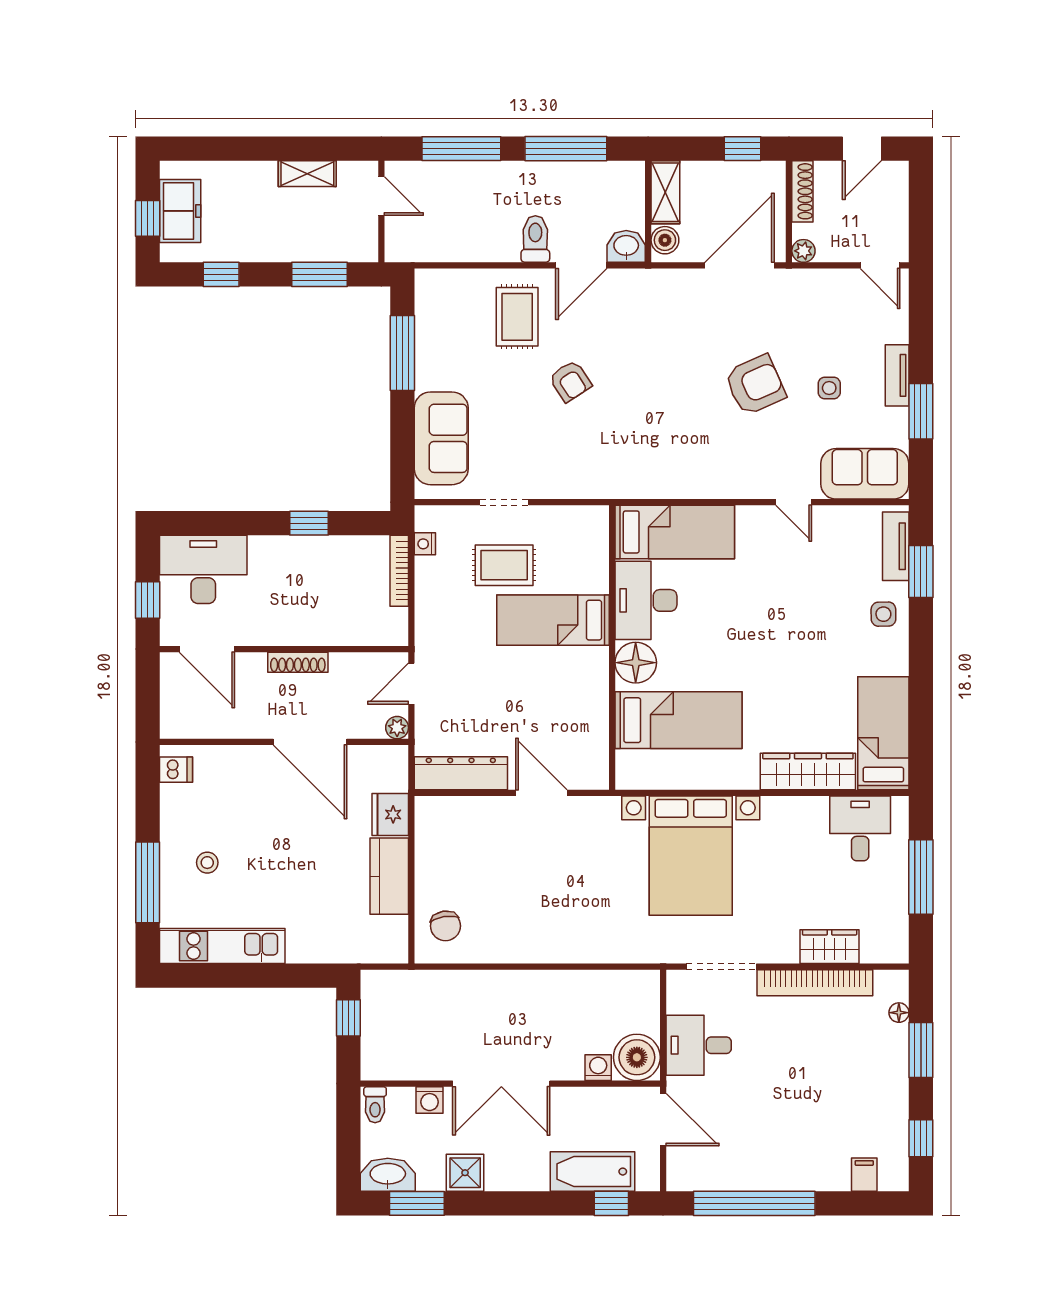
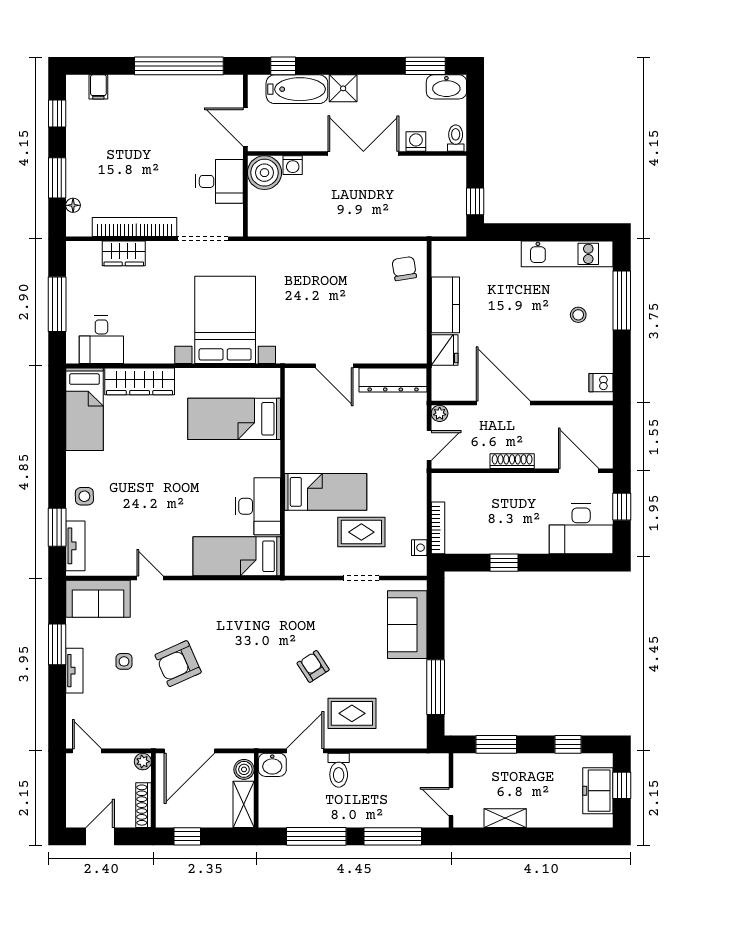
rug: (517, 317) -> (352, 713), turned 90
floor lamp: (636, 663) -> (265, 461), removed
shower: (465, 1173) -> (343, 88), moved

